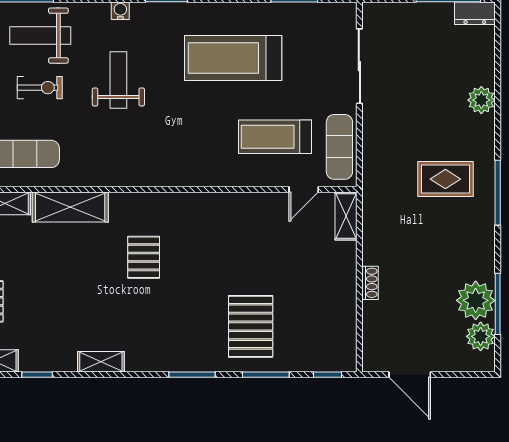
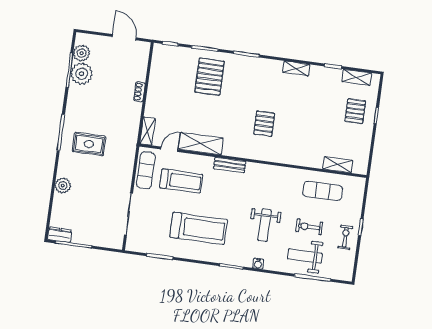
weight bench: (40, 36) -> (305, 256), turned 180
bench: (194, 176) -> (230, 165), added
shelving: (70, 207) -> (201, 144), moved

